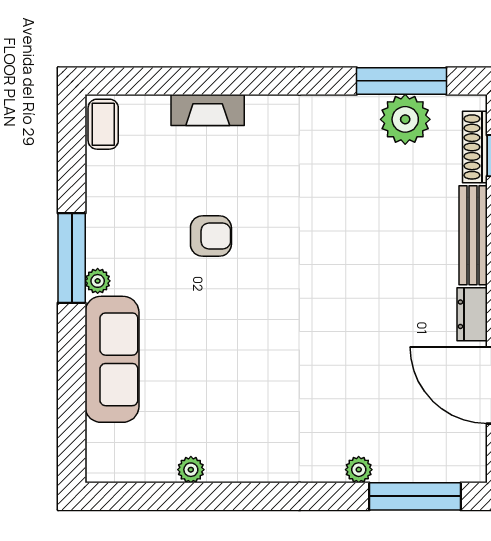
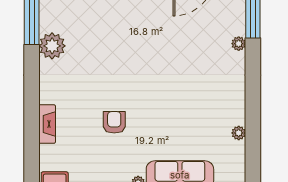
plant: (405, 119) -> (52, 46), moved

